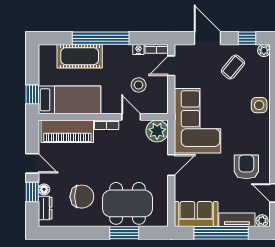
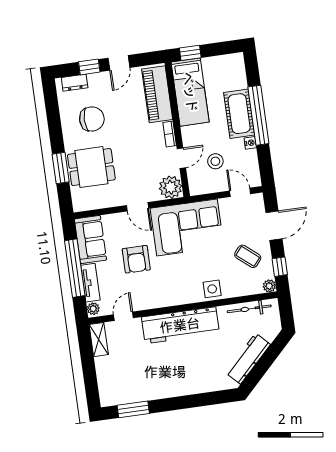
nightstand: (138, 49) -> (250, 143), moved
bookcase: (157, 49) -> (255, 175), removed
cot: (80, 56) -> (239, 114), moved
armchair: (246, 167) -> (136, 259), moved, turned 90
floor lamp: (44, 189) -> (94, 79), removed
chair: (82, 197) -> (92, 119), turned -90
dining table: (127, 203) -> (91, 167), width x0.73

